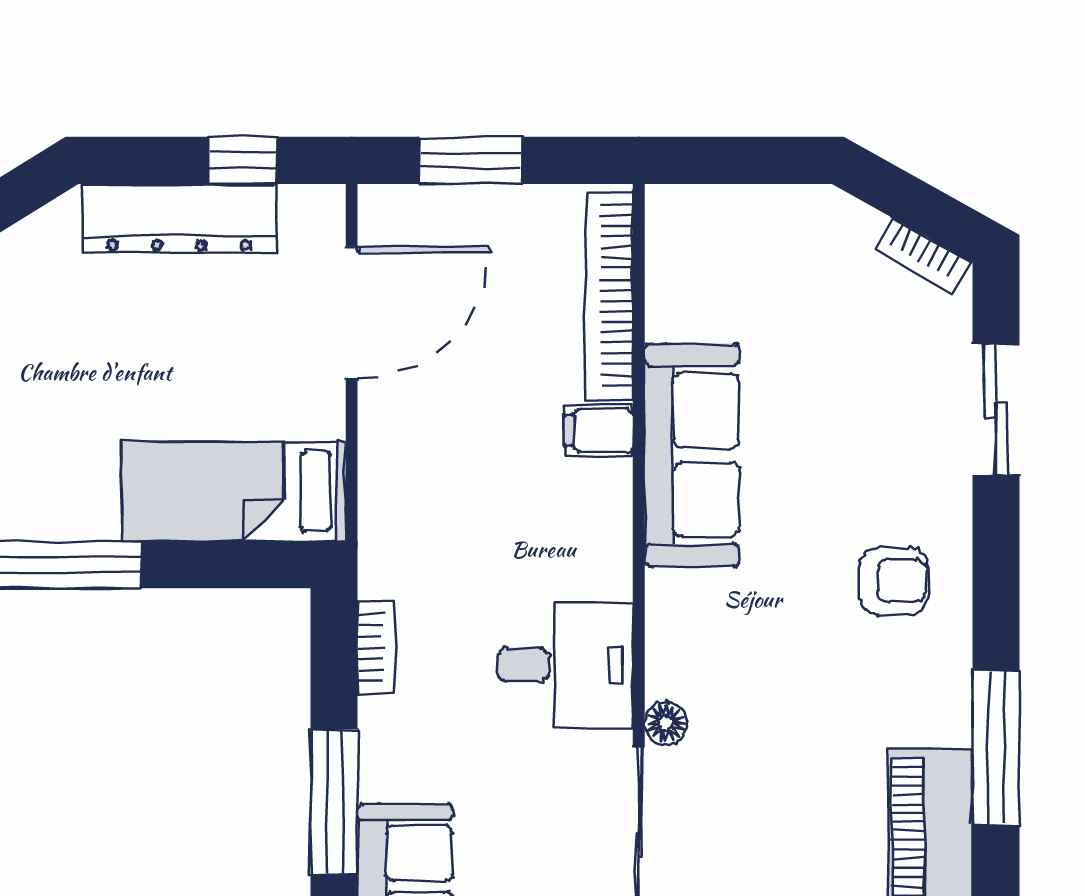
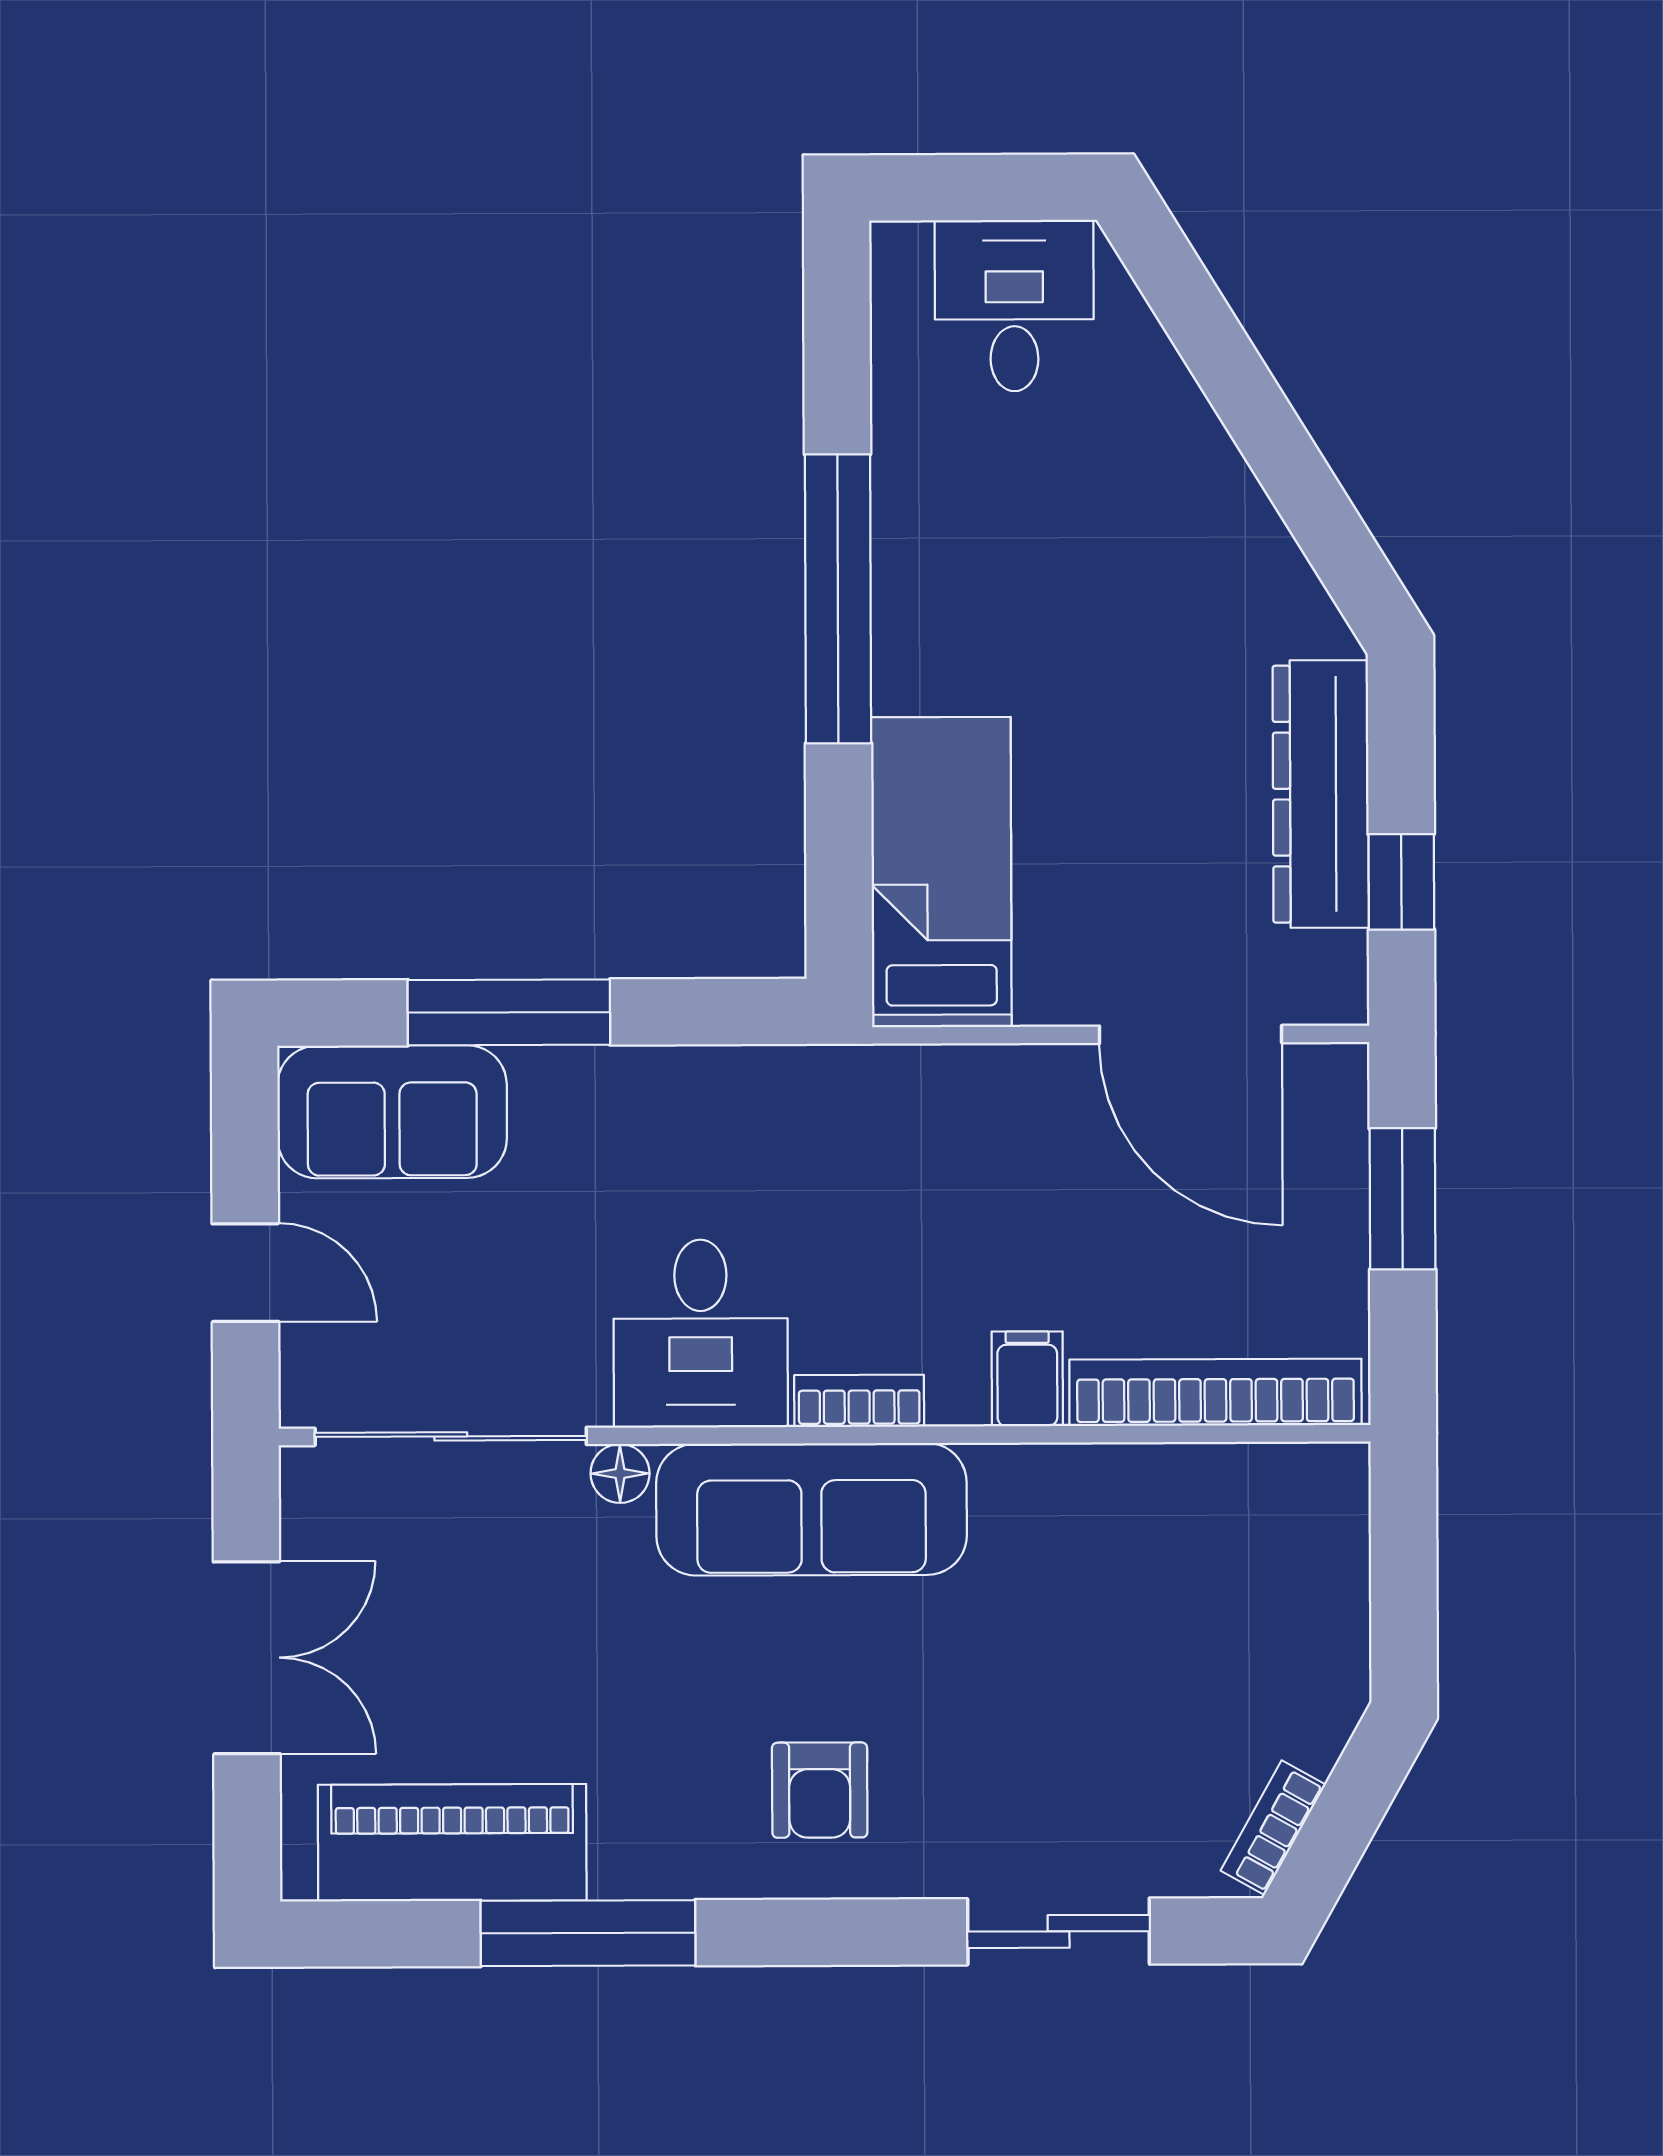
sofa: (692, 455) -> (811, 1509), moved
bookcase: (376, 647) -> (859, 1401), moved, turned 180

